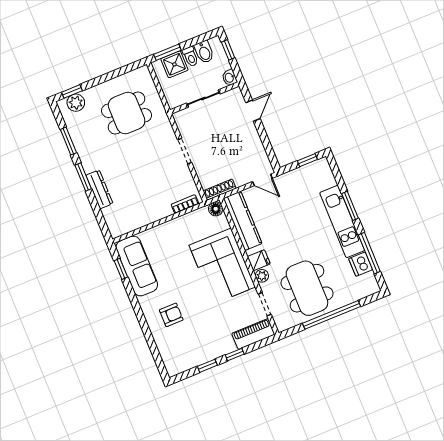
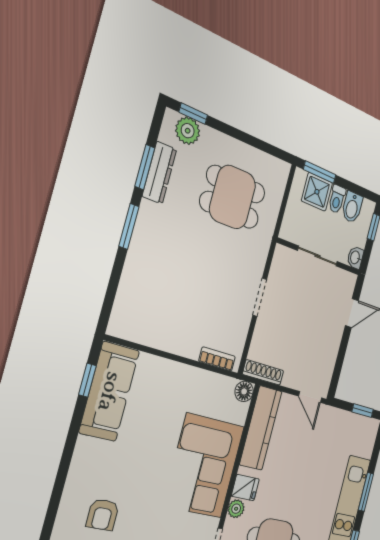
dresser: (99, 189) -> (159, 173), moved
armchair: (171, 315) -> (103, 515), moved, turned 90

